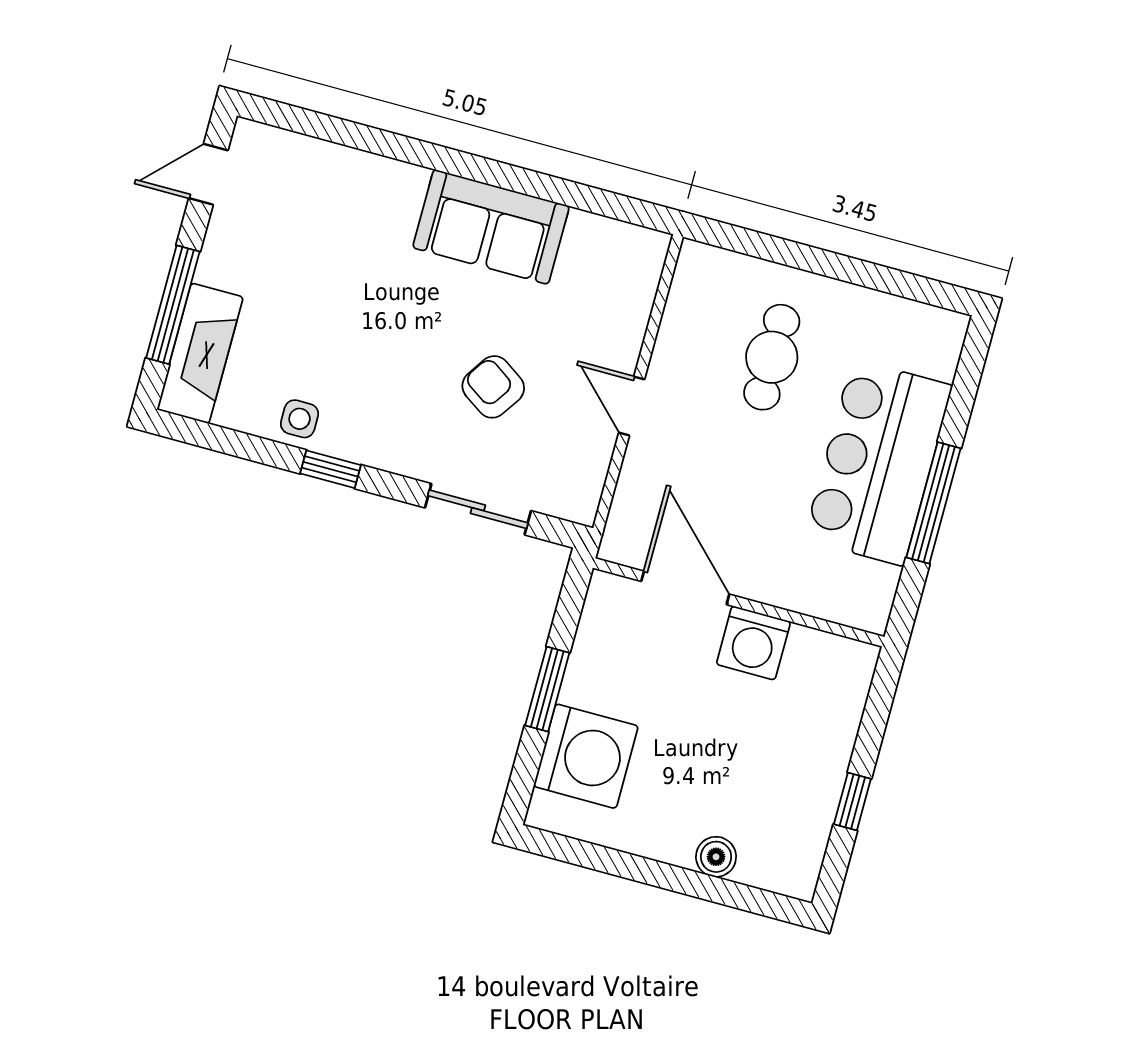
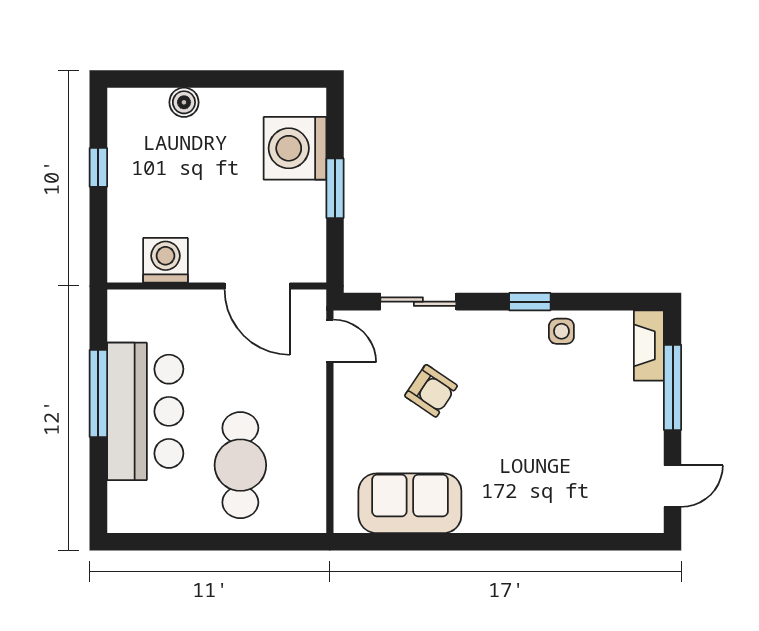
sofa: (491, 227) -> (410, 503), moved
fireplace: (200, 353) -> (649, 345), width x0.73, depth x0.76
cafe table: (772, 357) -> (240, 465), width x1.37, depth x1.35
door: (632, 406) -> (330, 341), moved
washing machine: (753, 643) -> (165, 260), moved

